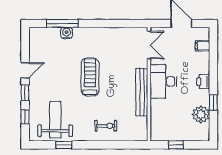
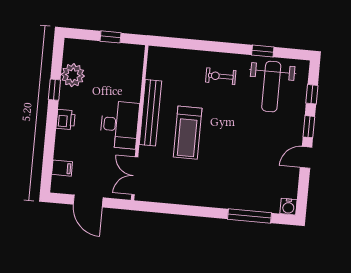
water cooler: (67, 33) -> (288, 207), moved
treadmill: (90, 77) -> (188, 133), moved
exercise bike: (106, 126) -> (221, 76), moved

